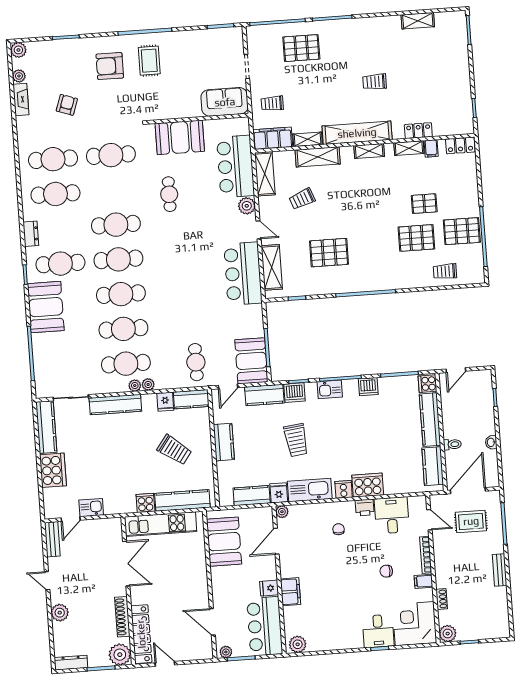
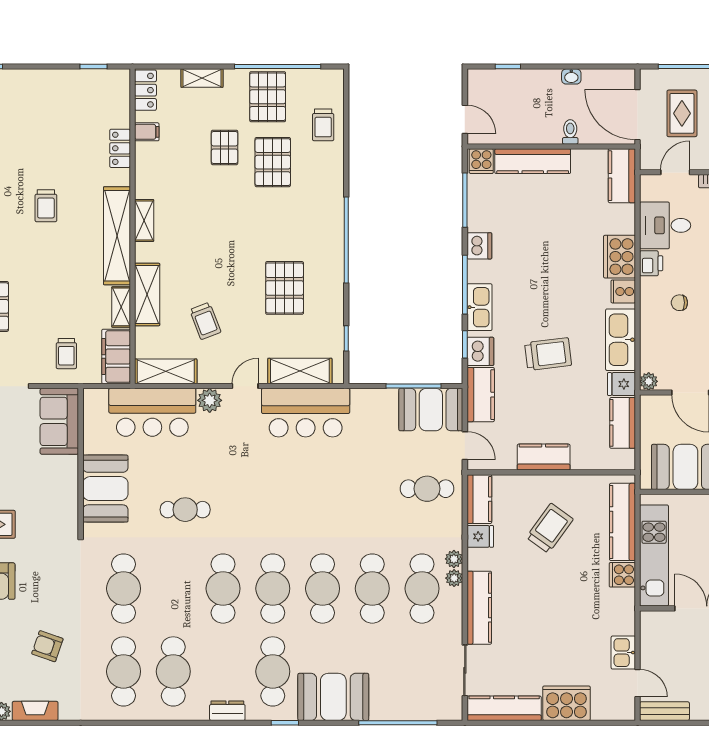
shelving: (409, 148) -> (202, 78), moved, turned 90
kitchen sink: (330, 389) -> (479, 307), width x1.38
kitchen counter: (433, 466) -> (622, 176), moved, turned 90

